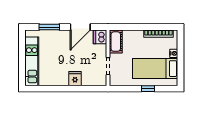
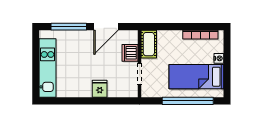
window: (49, 27) -> (69, 27), width x1.44
dishwasher: (100, 37) -> (130, 53), moved
window: (148, 89) -> (188, 101), width x3.17

